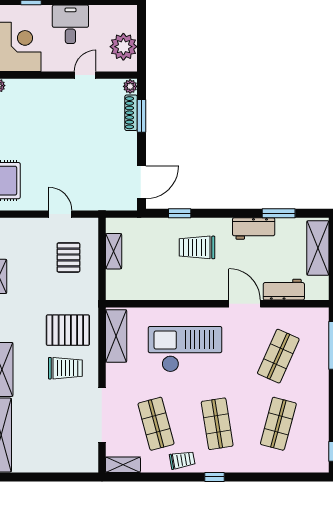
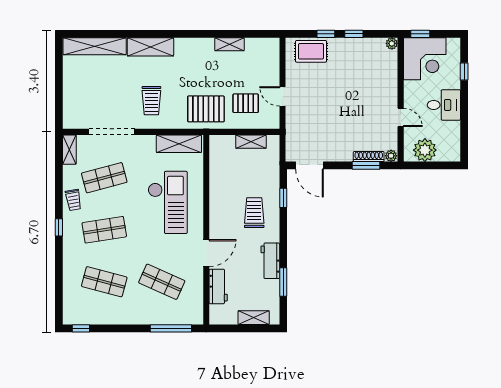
door: (60, 214) -> (283, 96), swing flipped
shelving: (318, 248) -> (254, 318), width x0.67, depth x0.75
pallet: (68, 330) -> (206, 109), moved, turned 90

